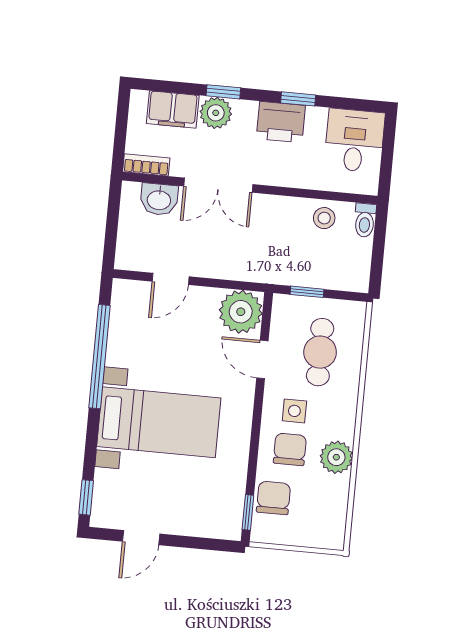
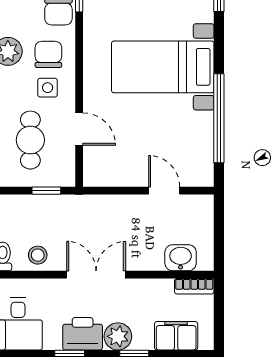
plant: (216, 113) -> (118, 336), moved
double door: (218, 185) -> (96, 275), moved
door: (171, 279) -> (164, 191), hinge flipped
plant: (241, 312) -> (102, 168), removed
chair: (290, 449) -> (48, 54), turned 180

